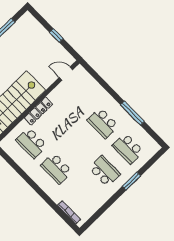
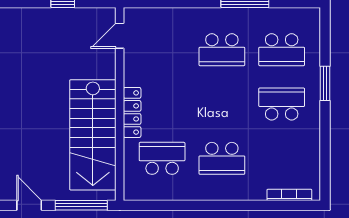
school desk: (31, 143) -> (162, 158), turned 180

